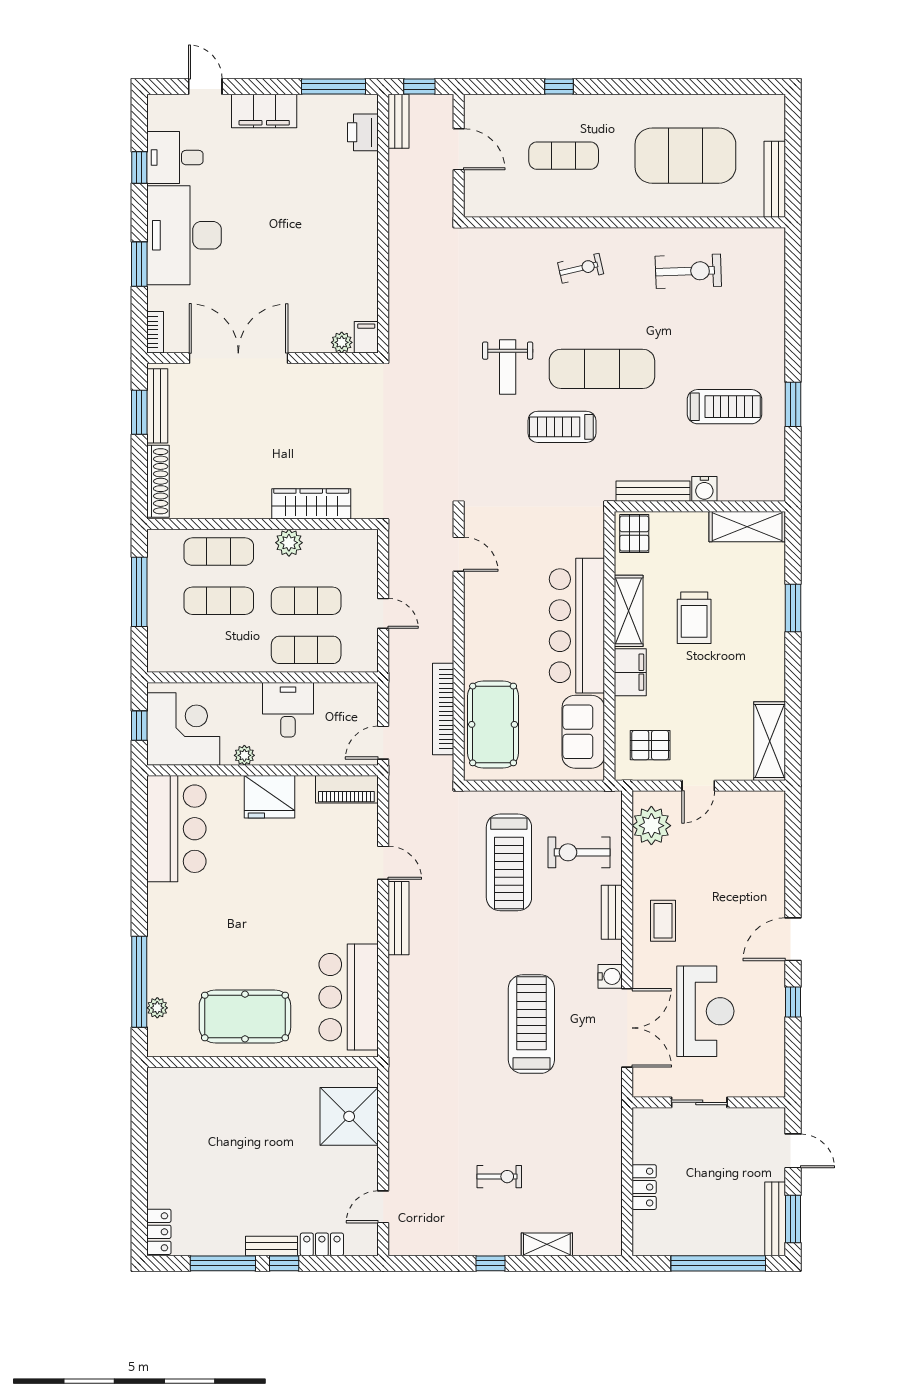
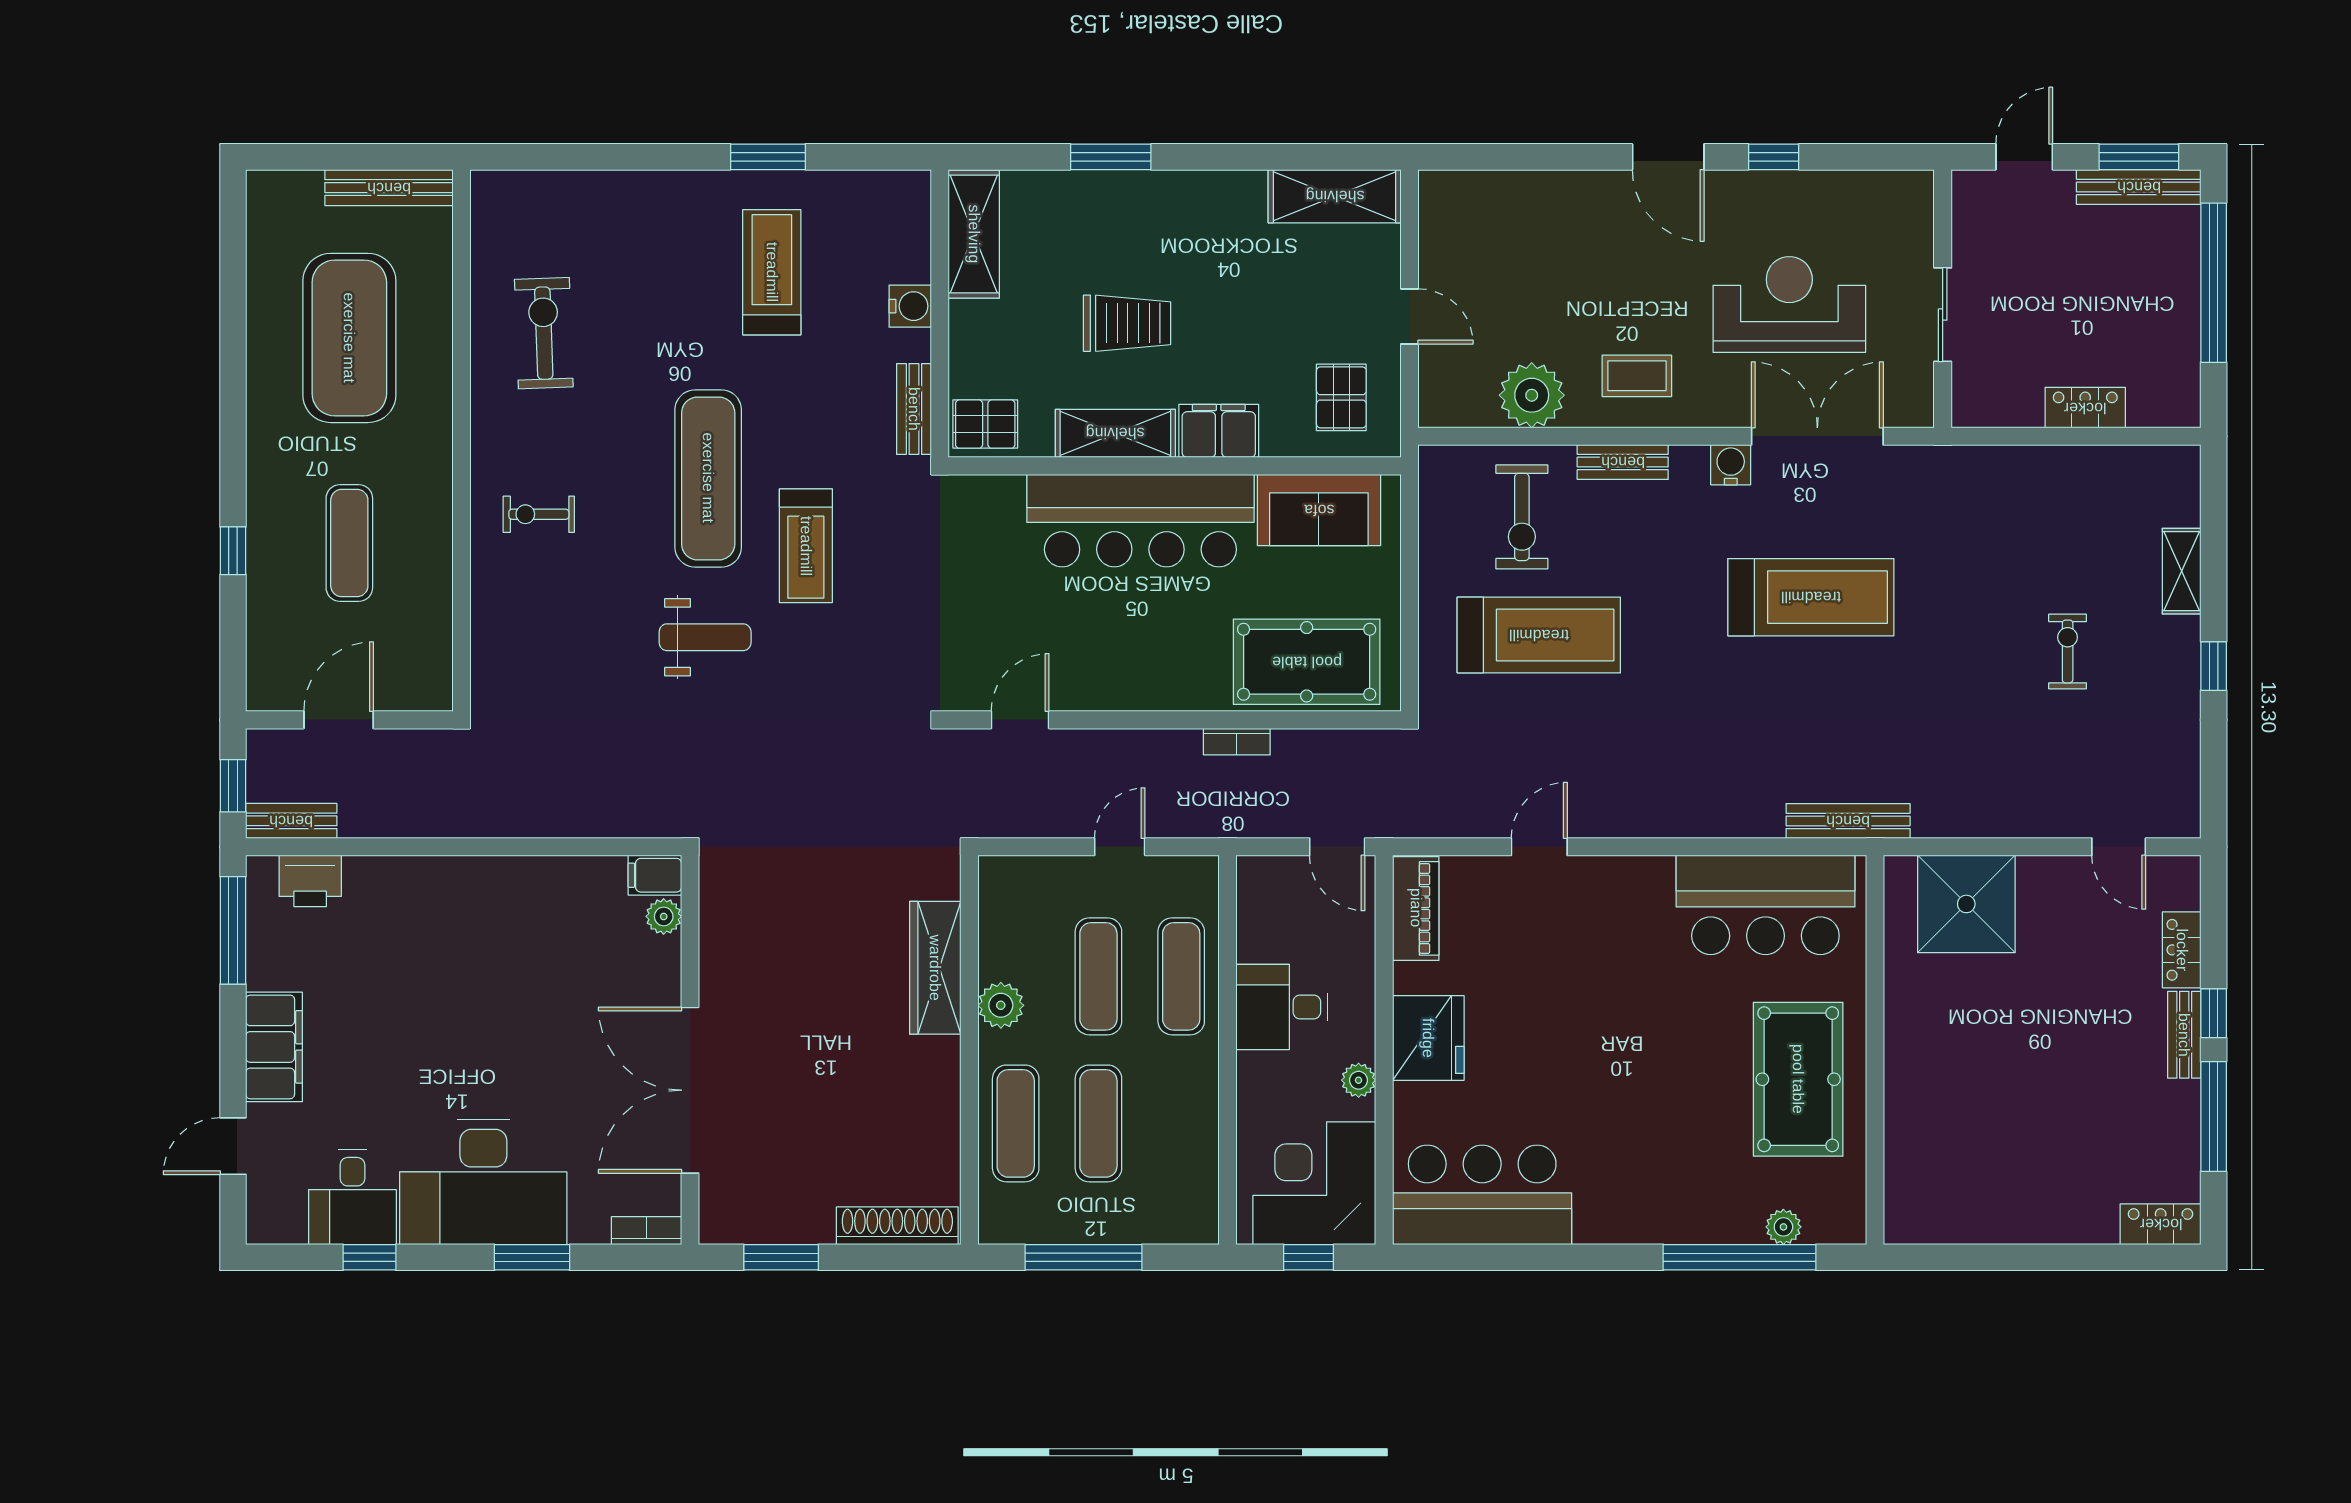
exercise bike: (581, 268) -> (539, 514), turned -77
bench: (157, 406) -> (770, 1227), removed
bench: (653, 491) -> (914, 409), width x0.73
bookcase: (443, 709) -> (1237, 742), width x0.43, depth x0.76
plant: (651, 826) -> (1532, 395), moved
bench: (398, 918) -> (1848, 821), moved
treadmill: (531, 1024) -> (1811, 597), turned 180

